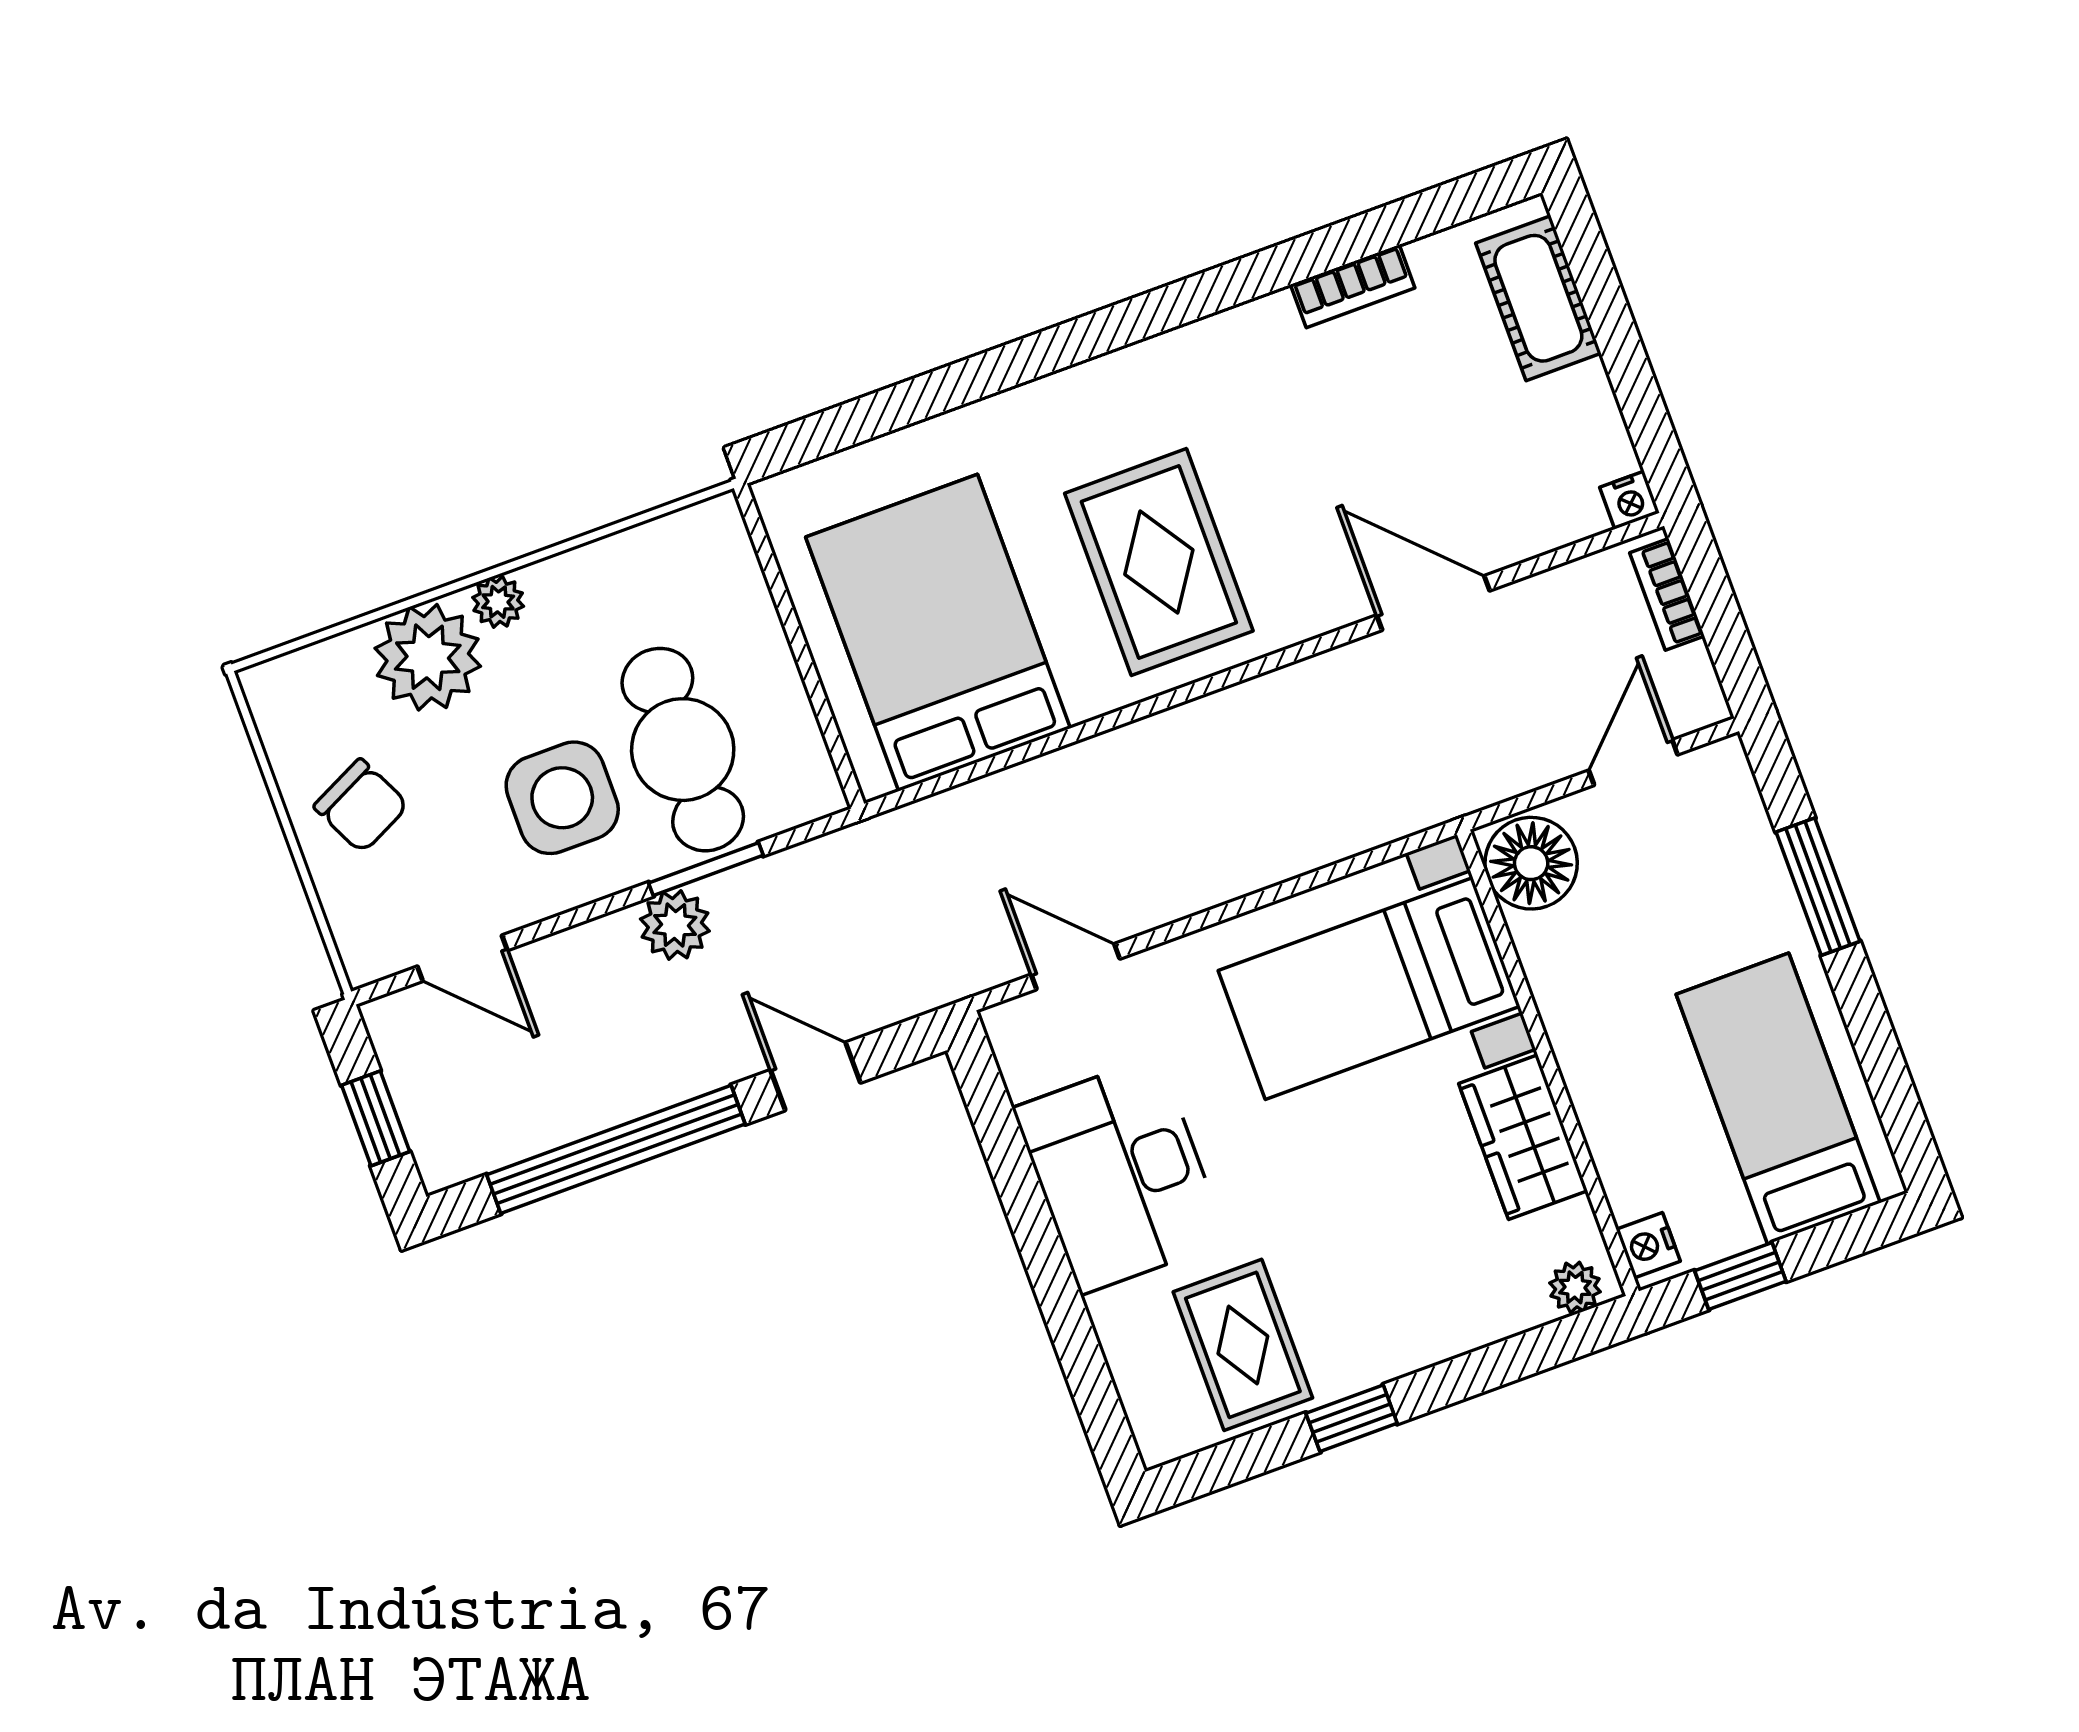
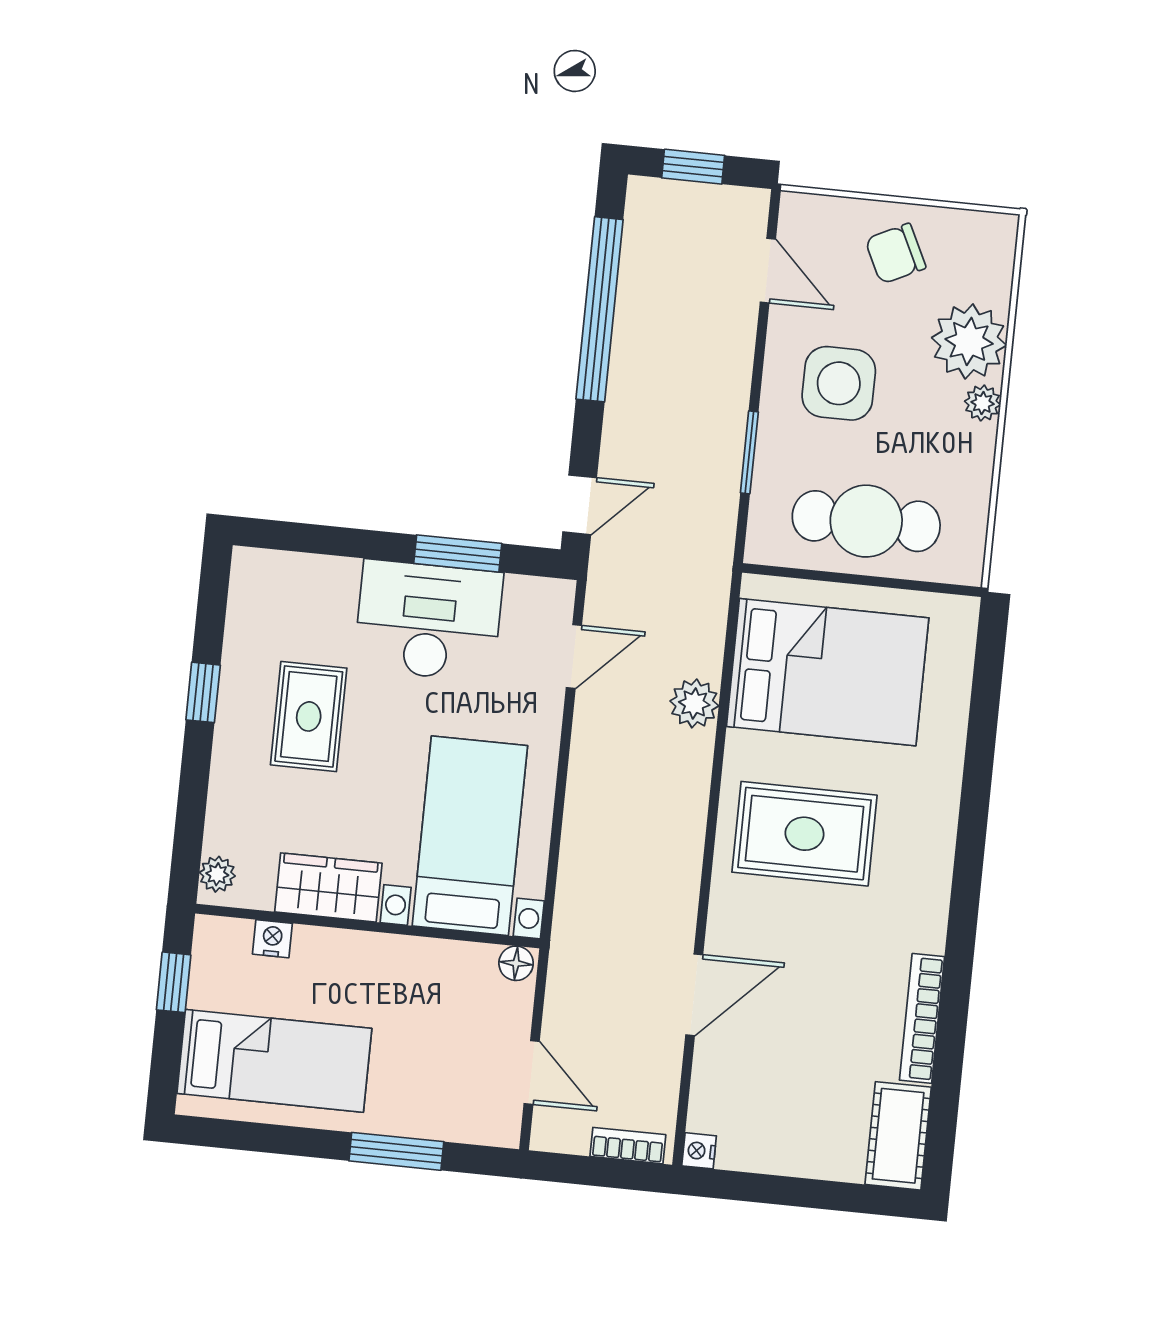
bookcase: (1353, 286) -> (922, 1018), width x1.56
cot: (1538, 298) -> (898, 1136), moved, turned 90
cafe table: (683, 750) -> (866, 521), moved
floor lamp: (1531, 863) -> (516, 963), width x0.53, depth x0.53
plant: (675, 925) -> (694, 703), moved
door: (462, 958) -> (768, 271), swing flipped
door: (815, 1076) -> (580, 505), moved
window: (1016, 1179) -> (458, 553), added
nightstand: (1648, 1245) -> (272, 939), moved
rug: (1243, 1345) -> (309, 716), moved, turned 90

